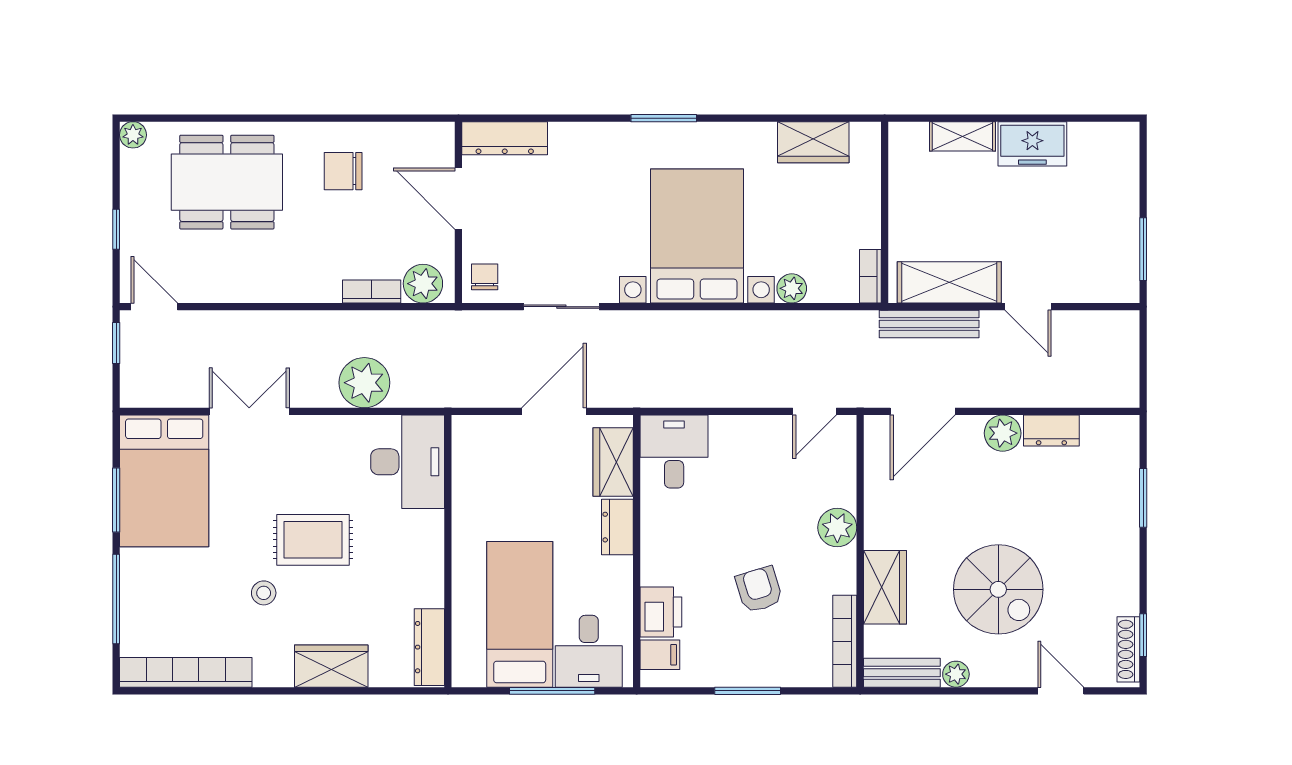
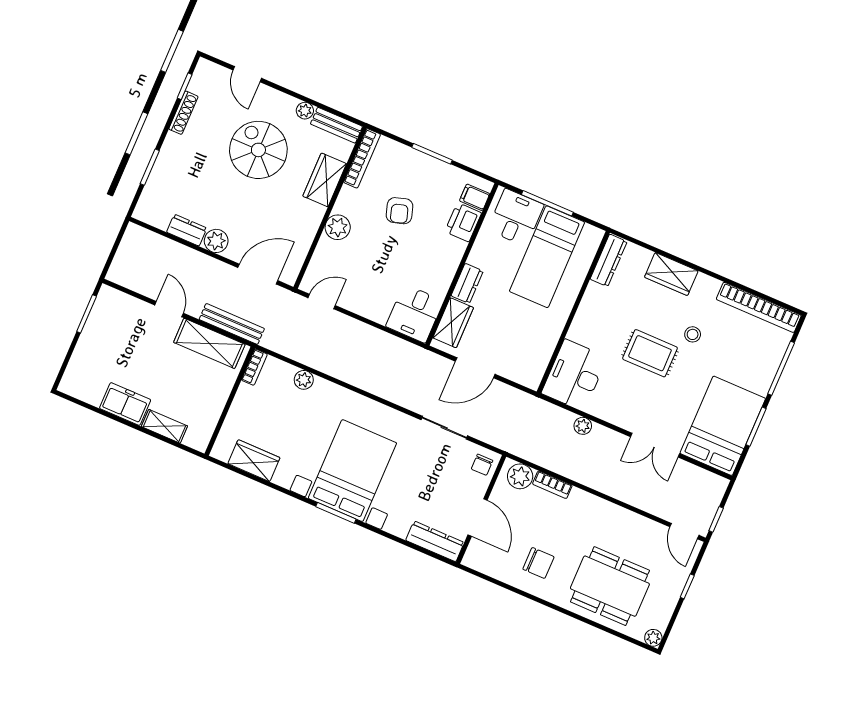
bed with nightstands: (697, 236) -> (352, 471), moved, turned 180
plant: (364, 383) -> (583, 426), width x0.53, depth x0.53
shoe rack: (1128, 649) -> (183, 113), moved

